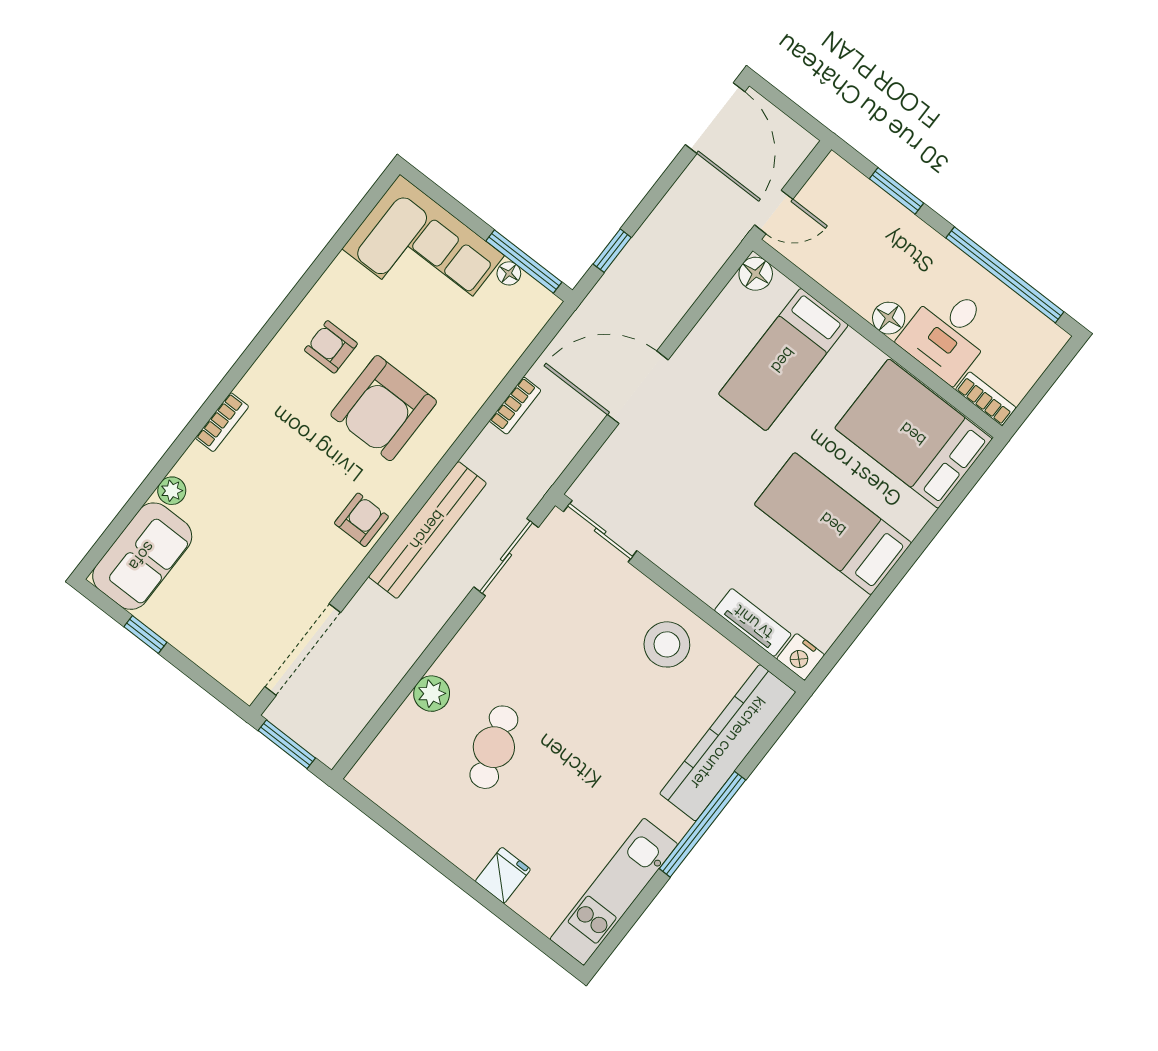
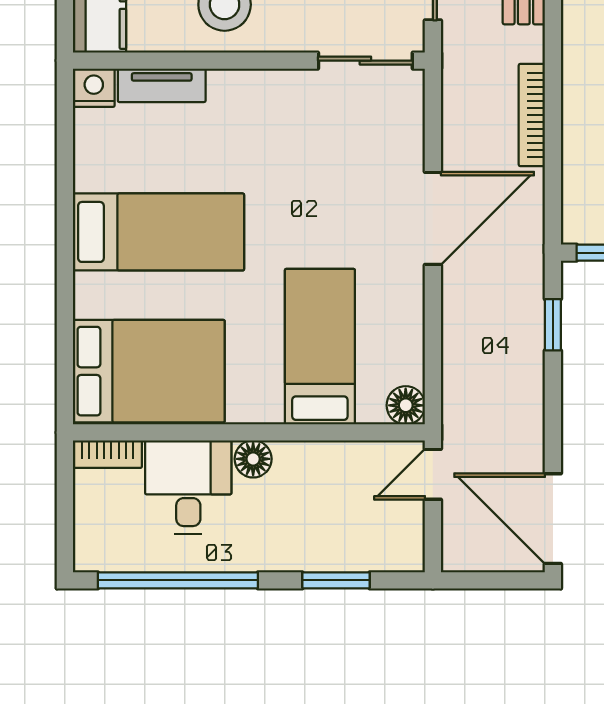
bookcase: (515, 406) -> (532, 115), width x1.56

